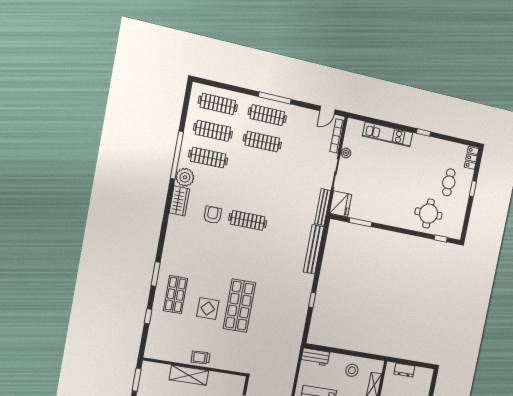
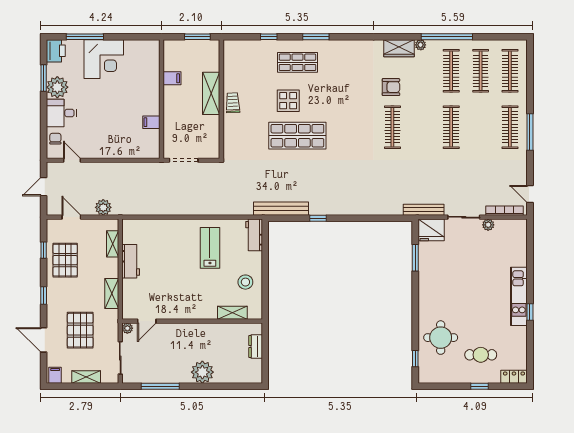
kitchen unit: (388, 134) -> (519, 296), moved
clothes rail: (262, 142) -> (451, 127), moved
plant: (185, 177) -> (421, 45), width x0.53, depth x0.53
bench: (314, 249) -> (281, 209), moved

